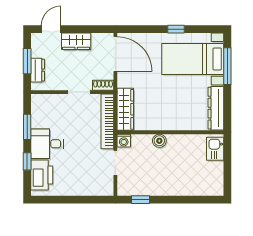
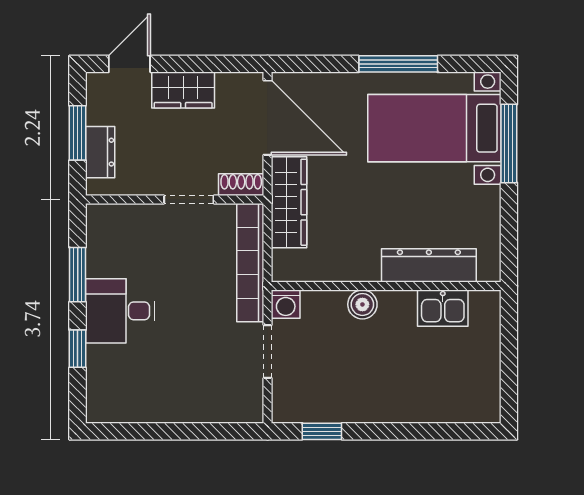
window: (176, 29) -> (398, 64), width x2.17
dresser: (216, 108) -> (429, 265), moved, turned 90
wardrobe: (125, 109) -> (289, 202), moved
kitchen sink: (215, 149) -> (443, 308), moved, turned -90
printer: (42, 175) -> (109, 378), removed

